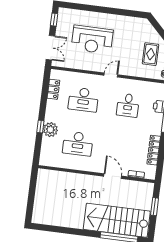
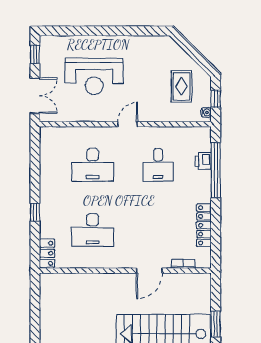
locker: (53, 89) -> (47, 253), moved
plant: (50, 130) -> (50, 215), removed
door: (113, 176) -> (149, 271), swing flipped
window: (155, 207) -> (216, 324), moved

